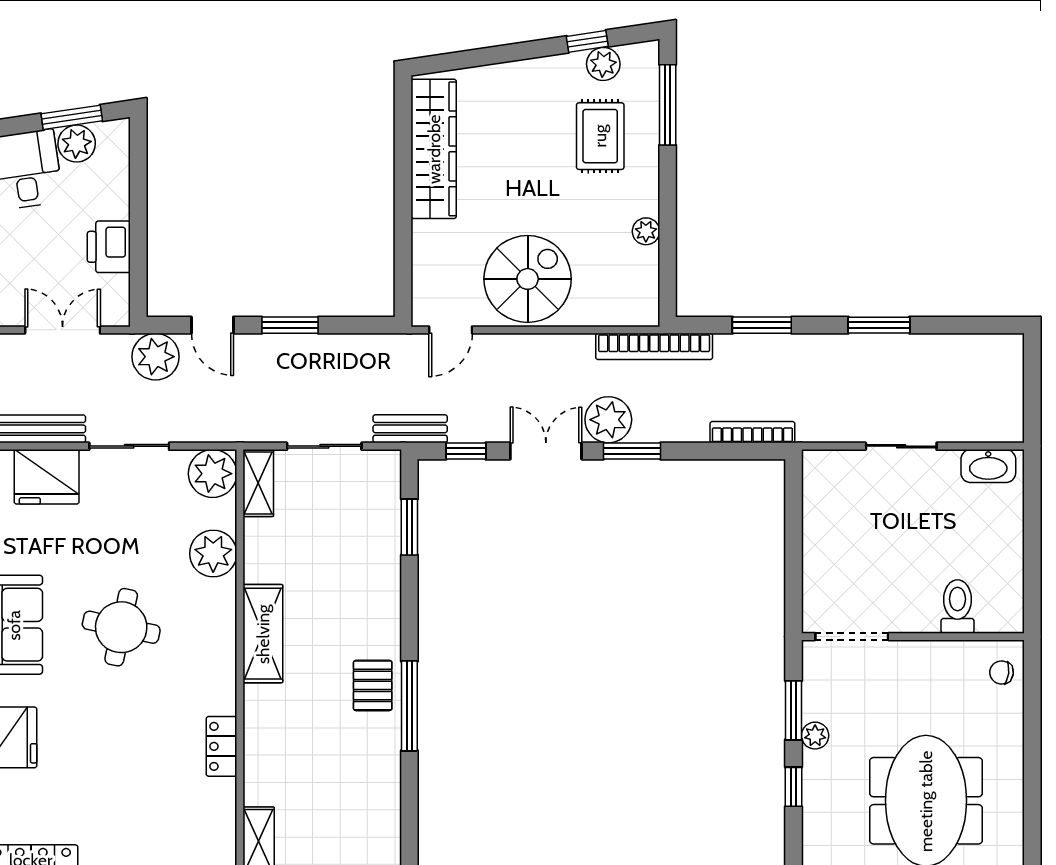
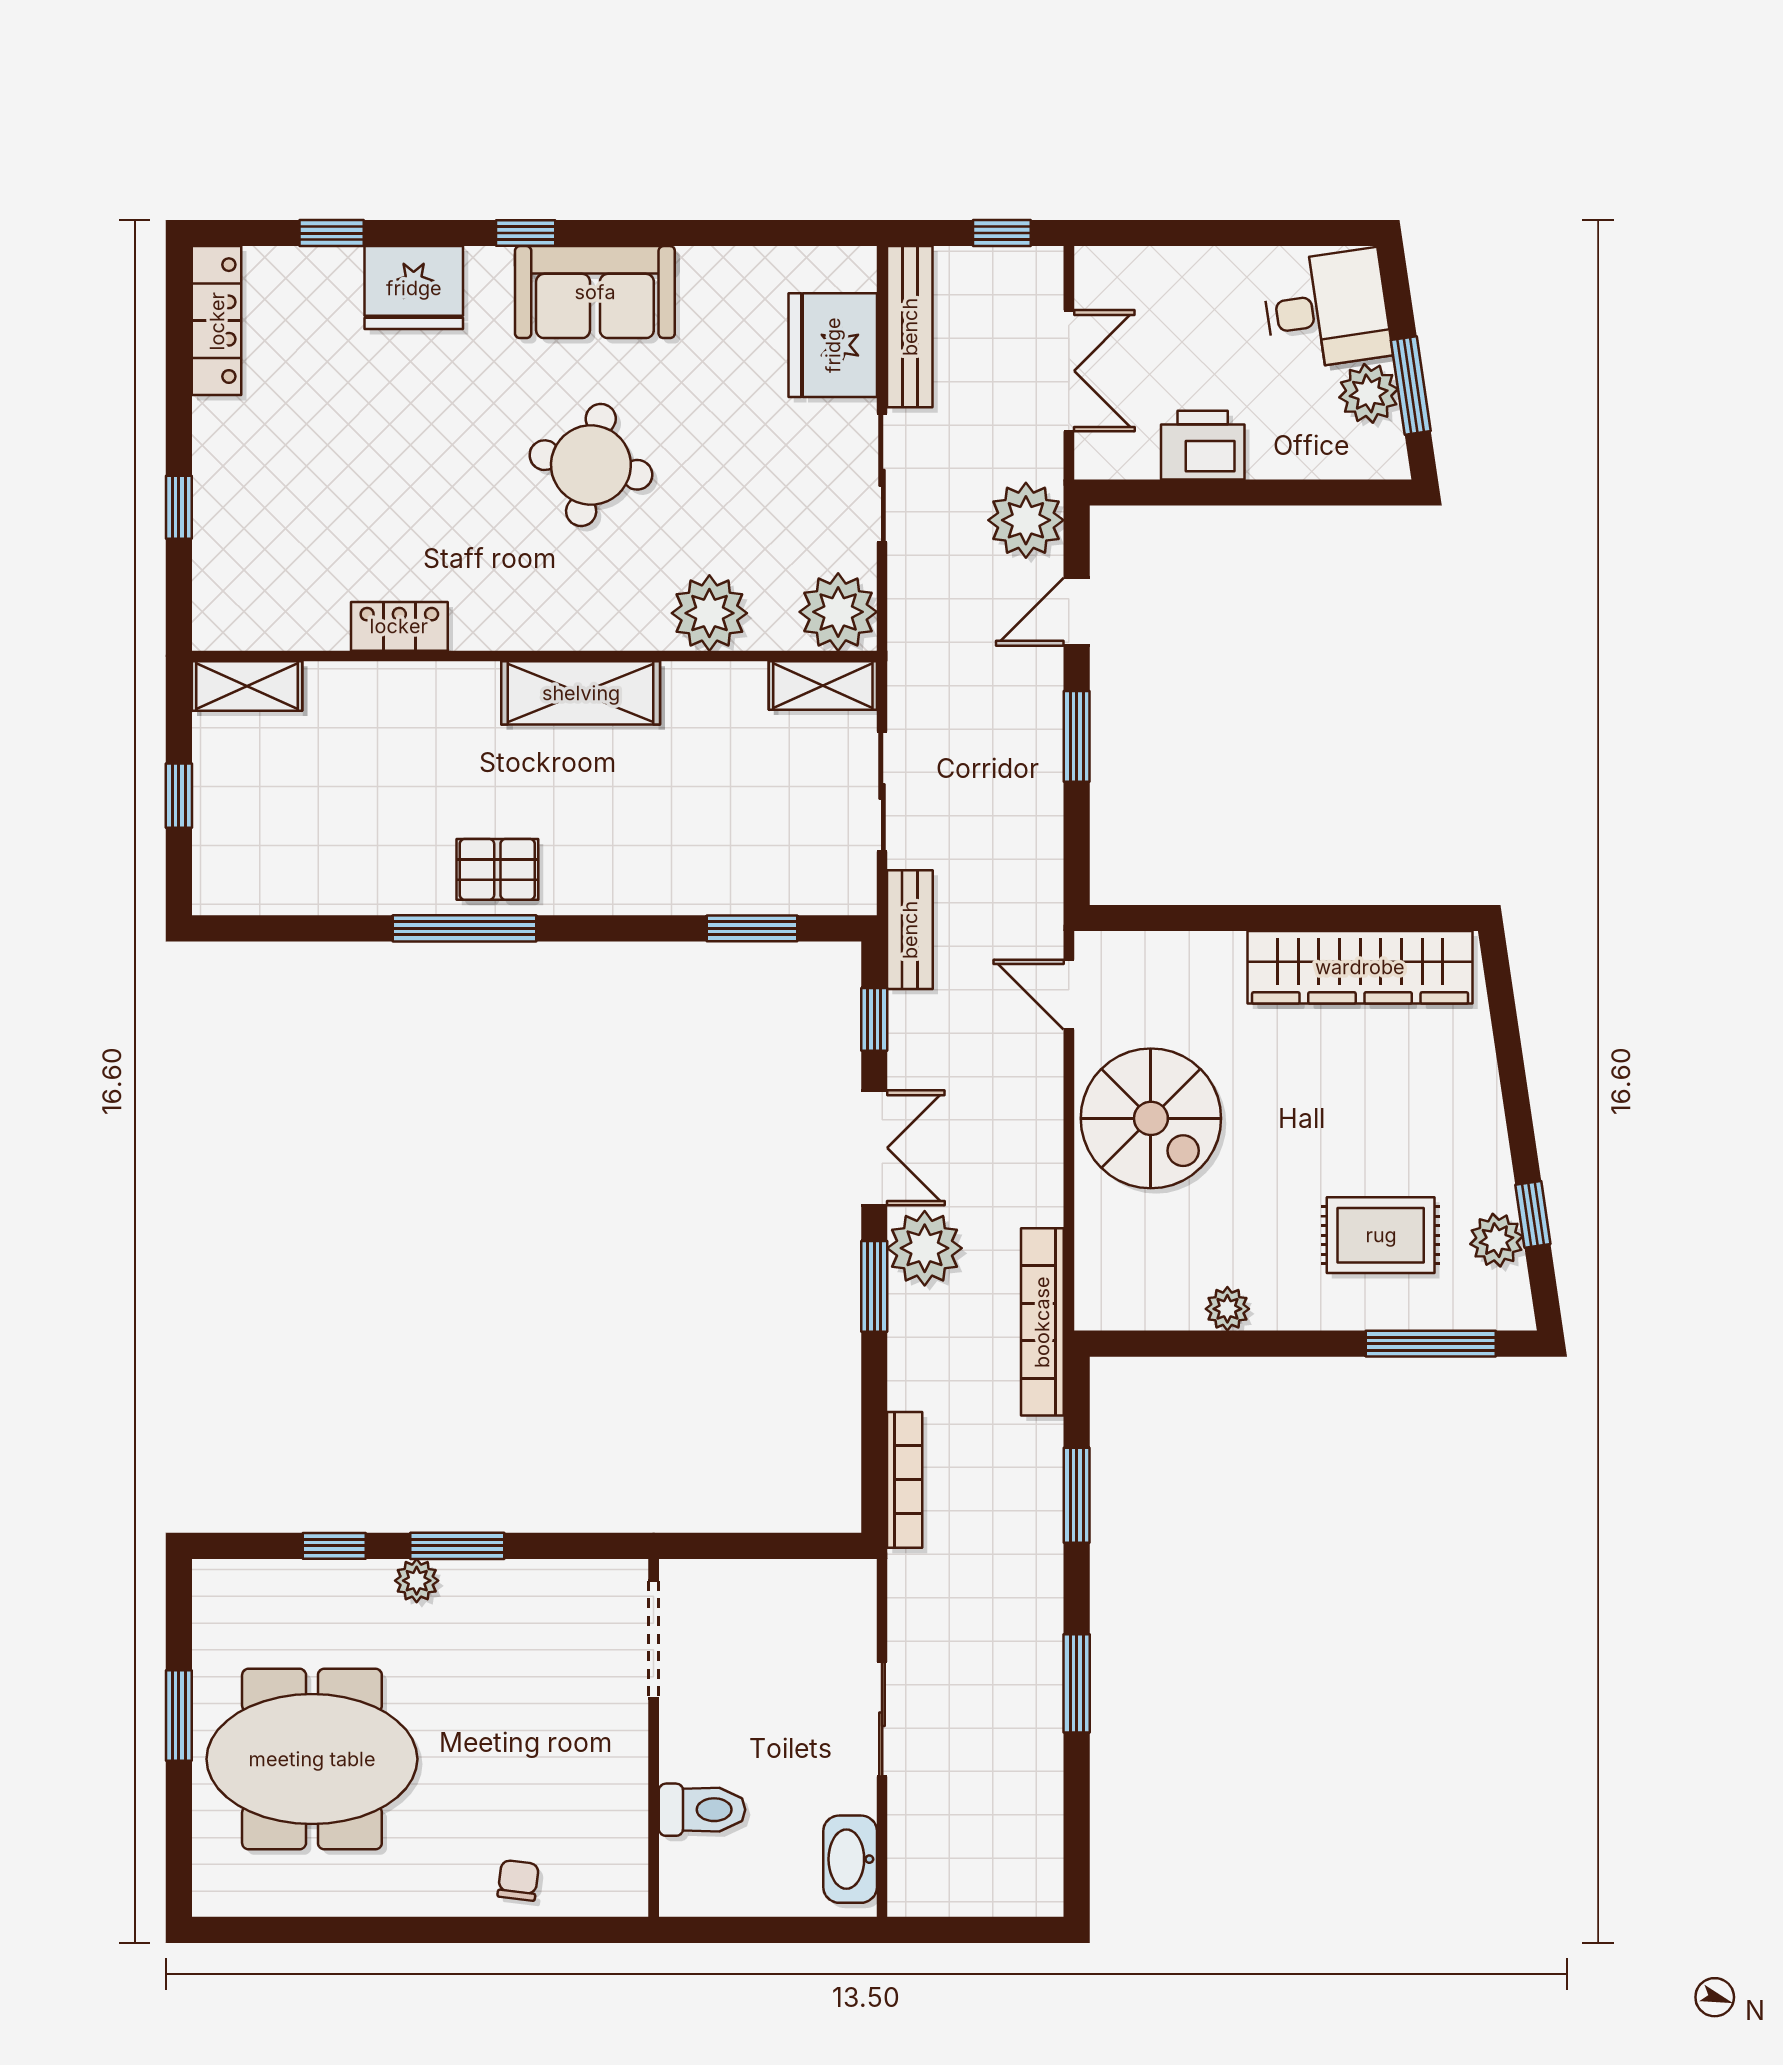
toilet: (958, 607) -> (702, 1810), moved
doorway: (852, 637) -> (654, 1640), moved
wall: (913, 637) -> (654, 1738), moved

